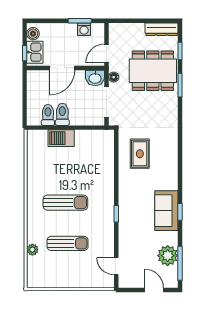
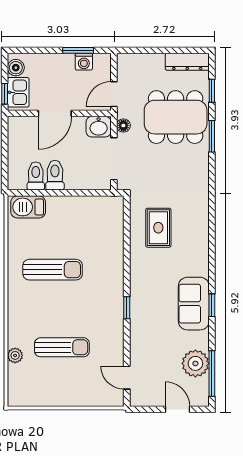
barbecue: (61, 138) -> (28, 207), moved
sun lounger: (65, 203) -> (53, 270), moved

